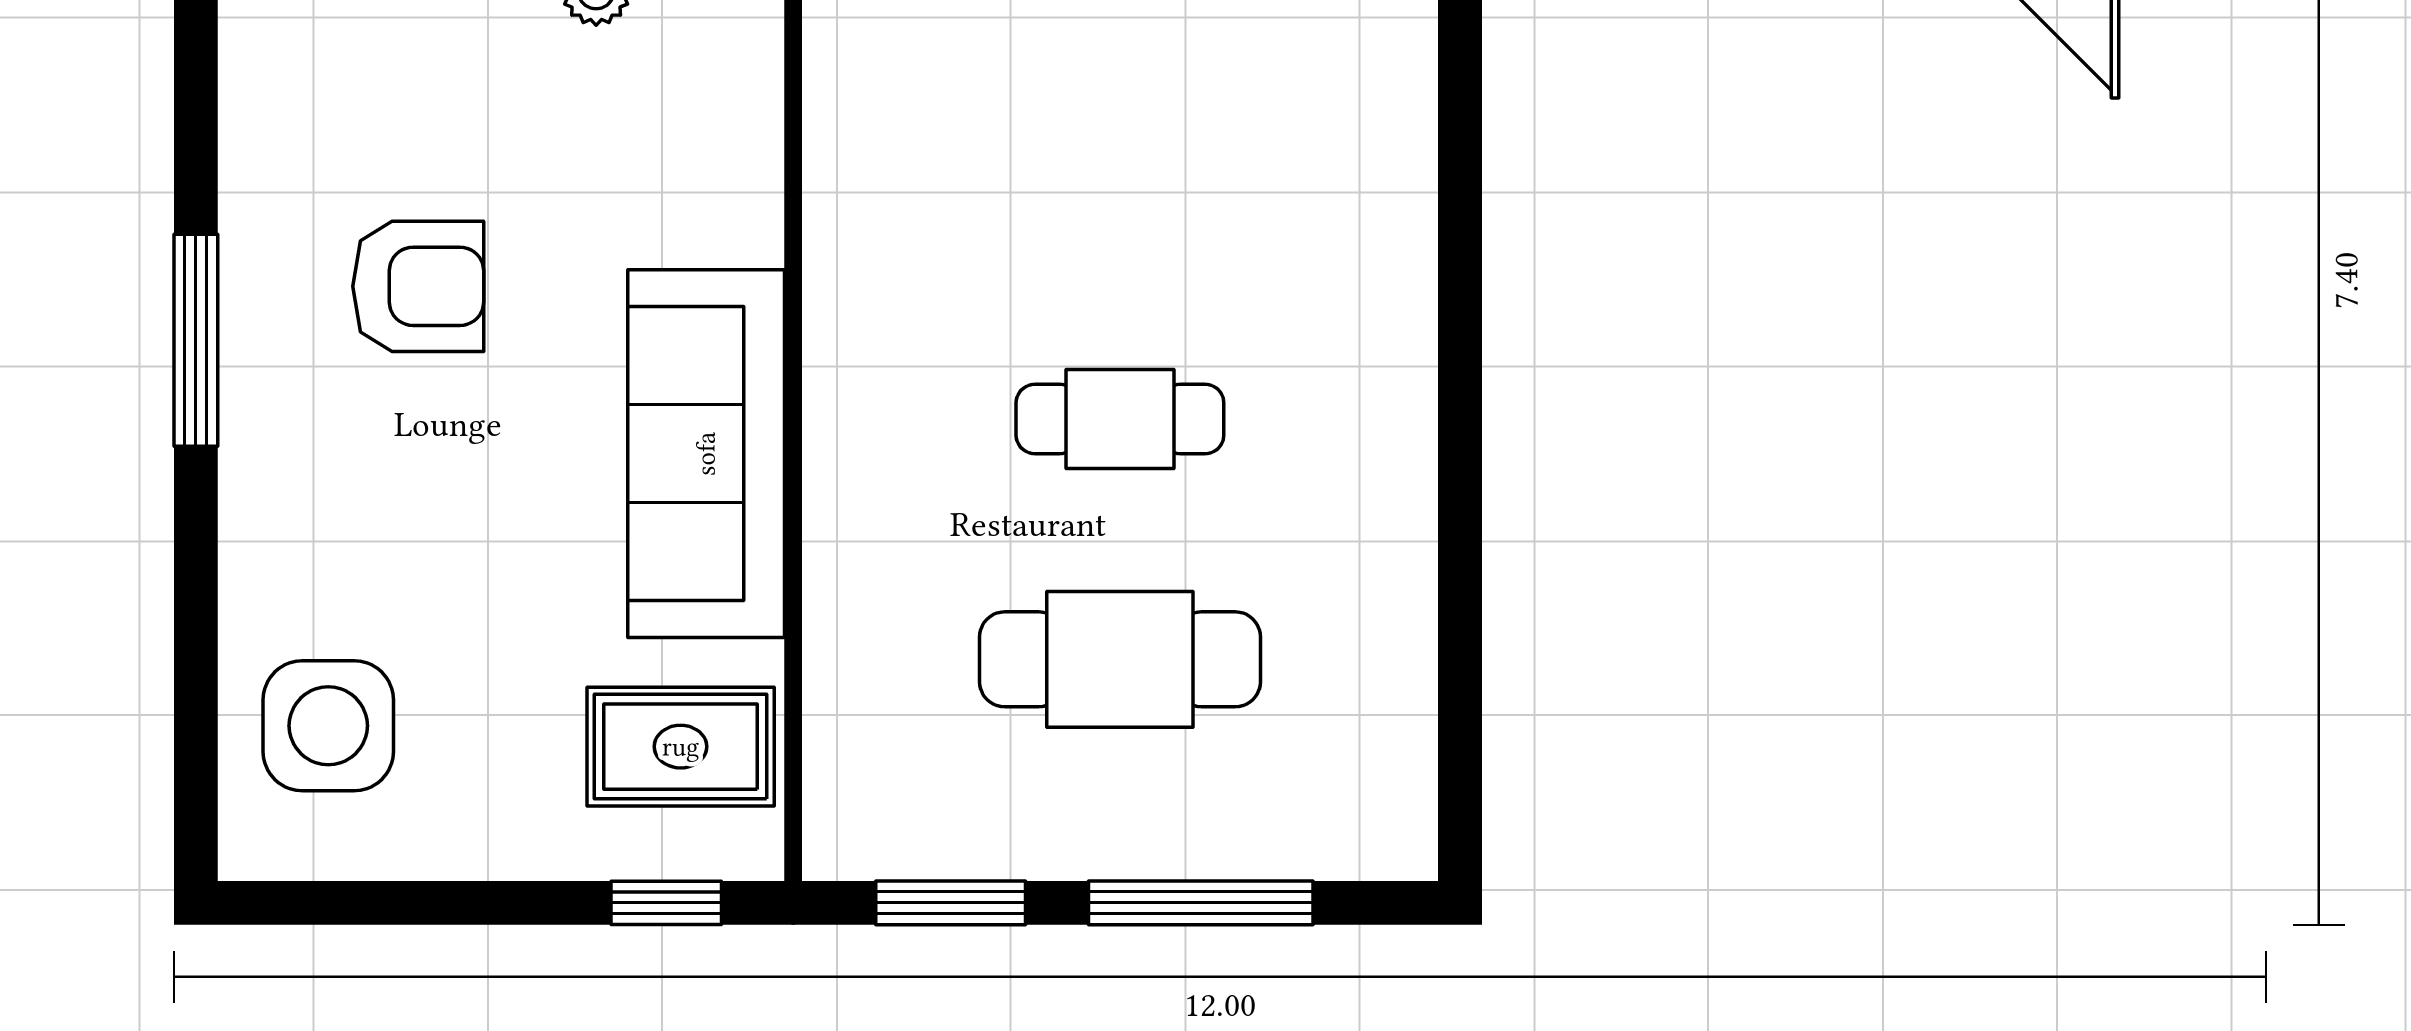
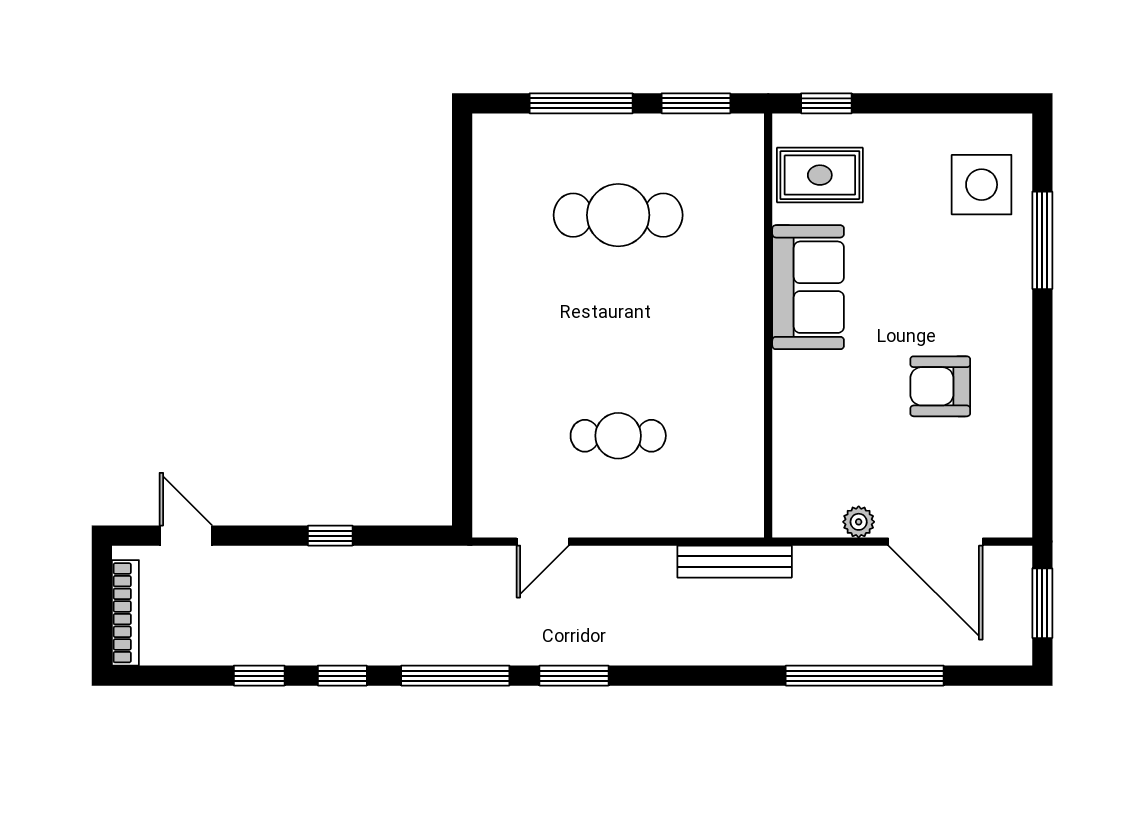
window: (196, 340) -> (1042, 240), moved
cafe table: (1120, 419) -> (618, 436), moved
sofa: (706, 454) -> (808, 287), width x0.73

